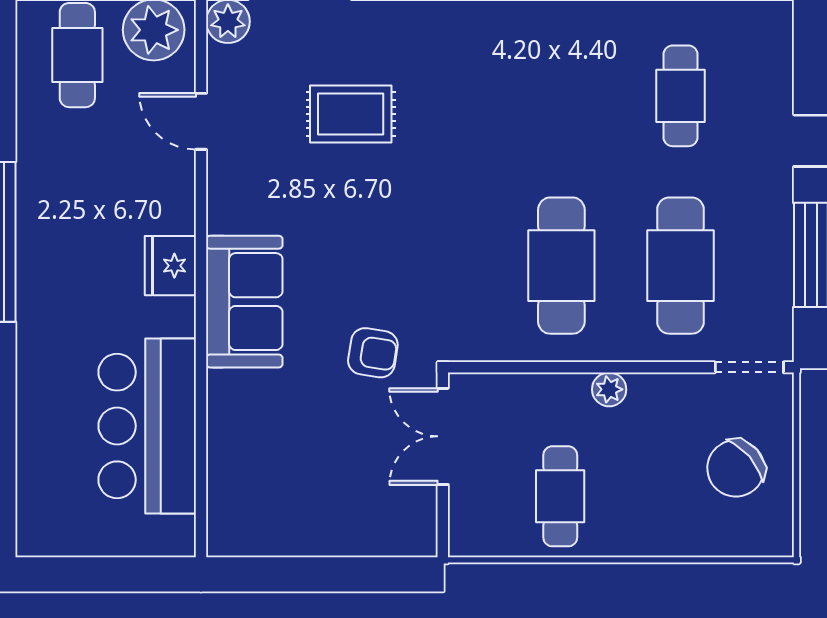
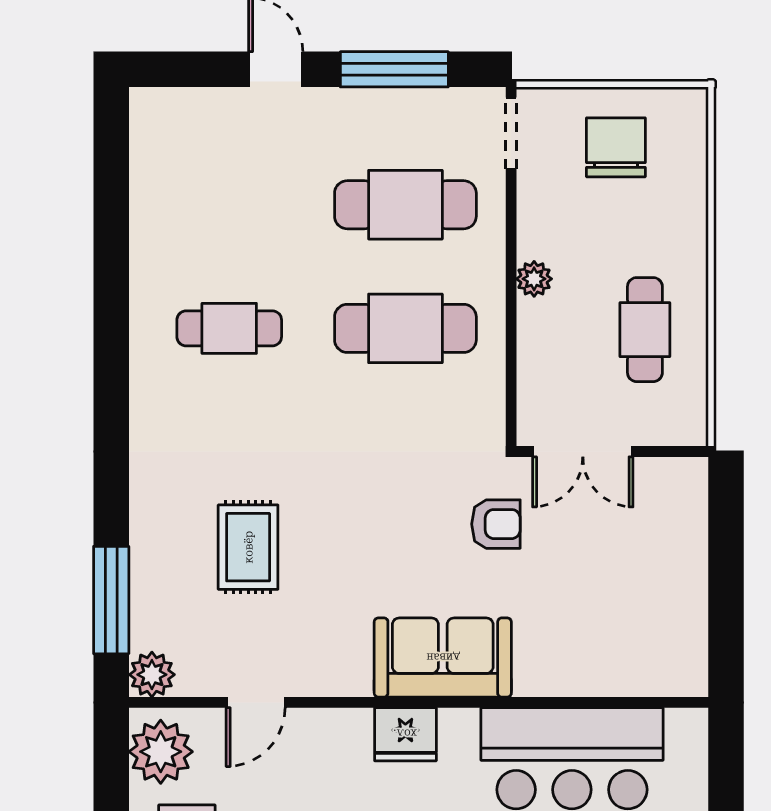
cafe table: (680, 96) -> (229, 328), moved
armchair: (373, 353) -> (496, 524), turned 81
chair: (736, 468) -> (616, 147), turned -139
cafe table: (560, 496) -> (645, 330), turned 90

